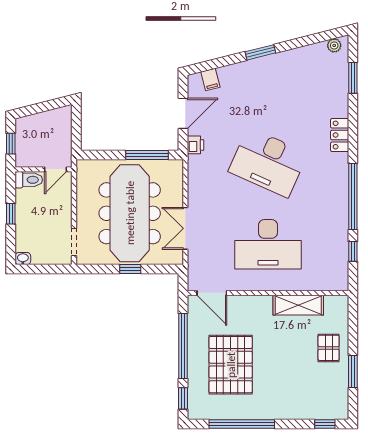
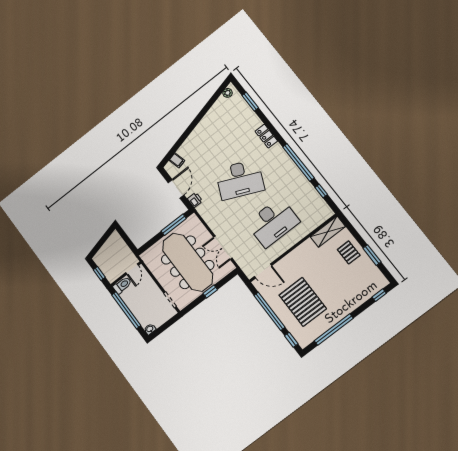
window: (260, 52) -> (192, 126), removed
window: (11, 214) -> (126, 310), width x3.17
shelving: (298, 305) -> (328, 232), moved

